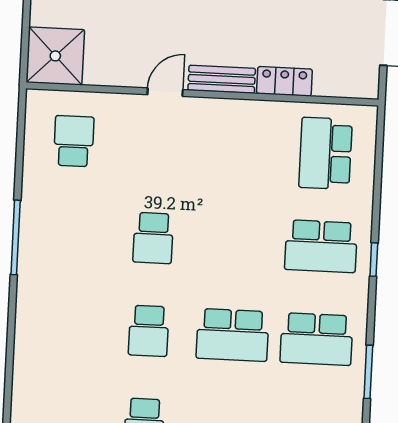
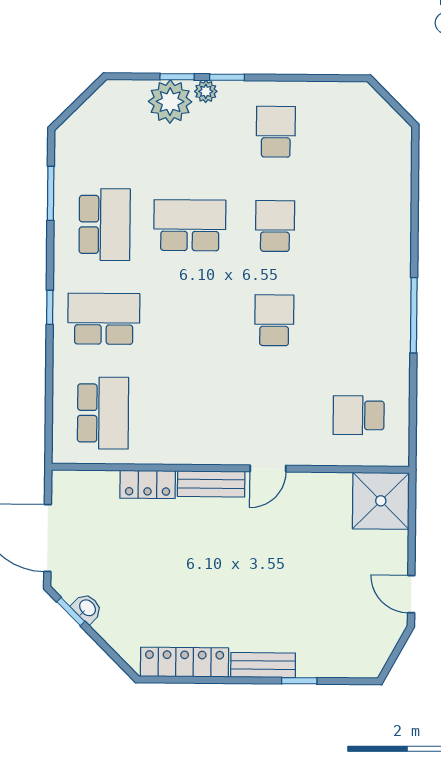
school desk: (74, 141) -> (359, 415), turned 90
school desk: (316, 339) -> (105, 224), turned 90

